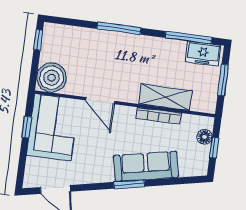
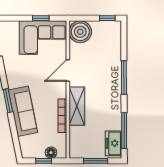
shelving: (165, 97) -> (77, 106), moved

